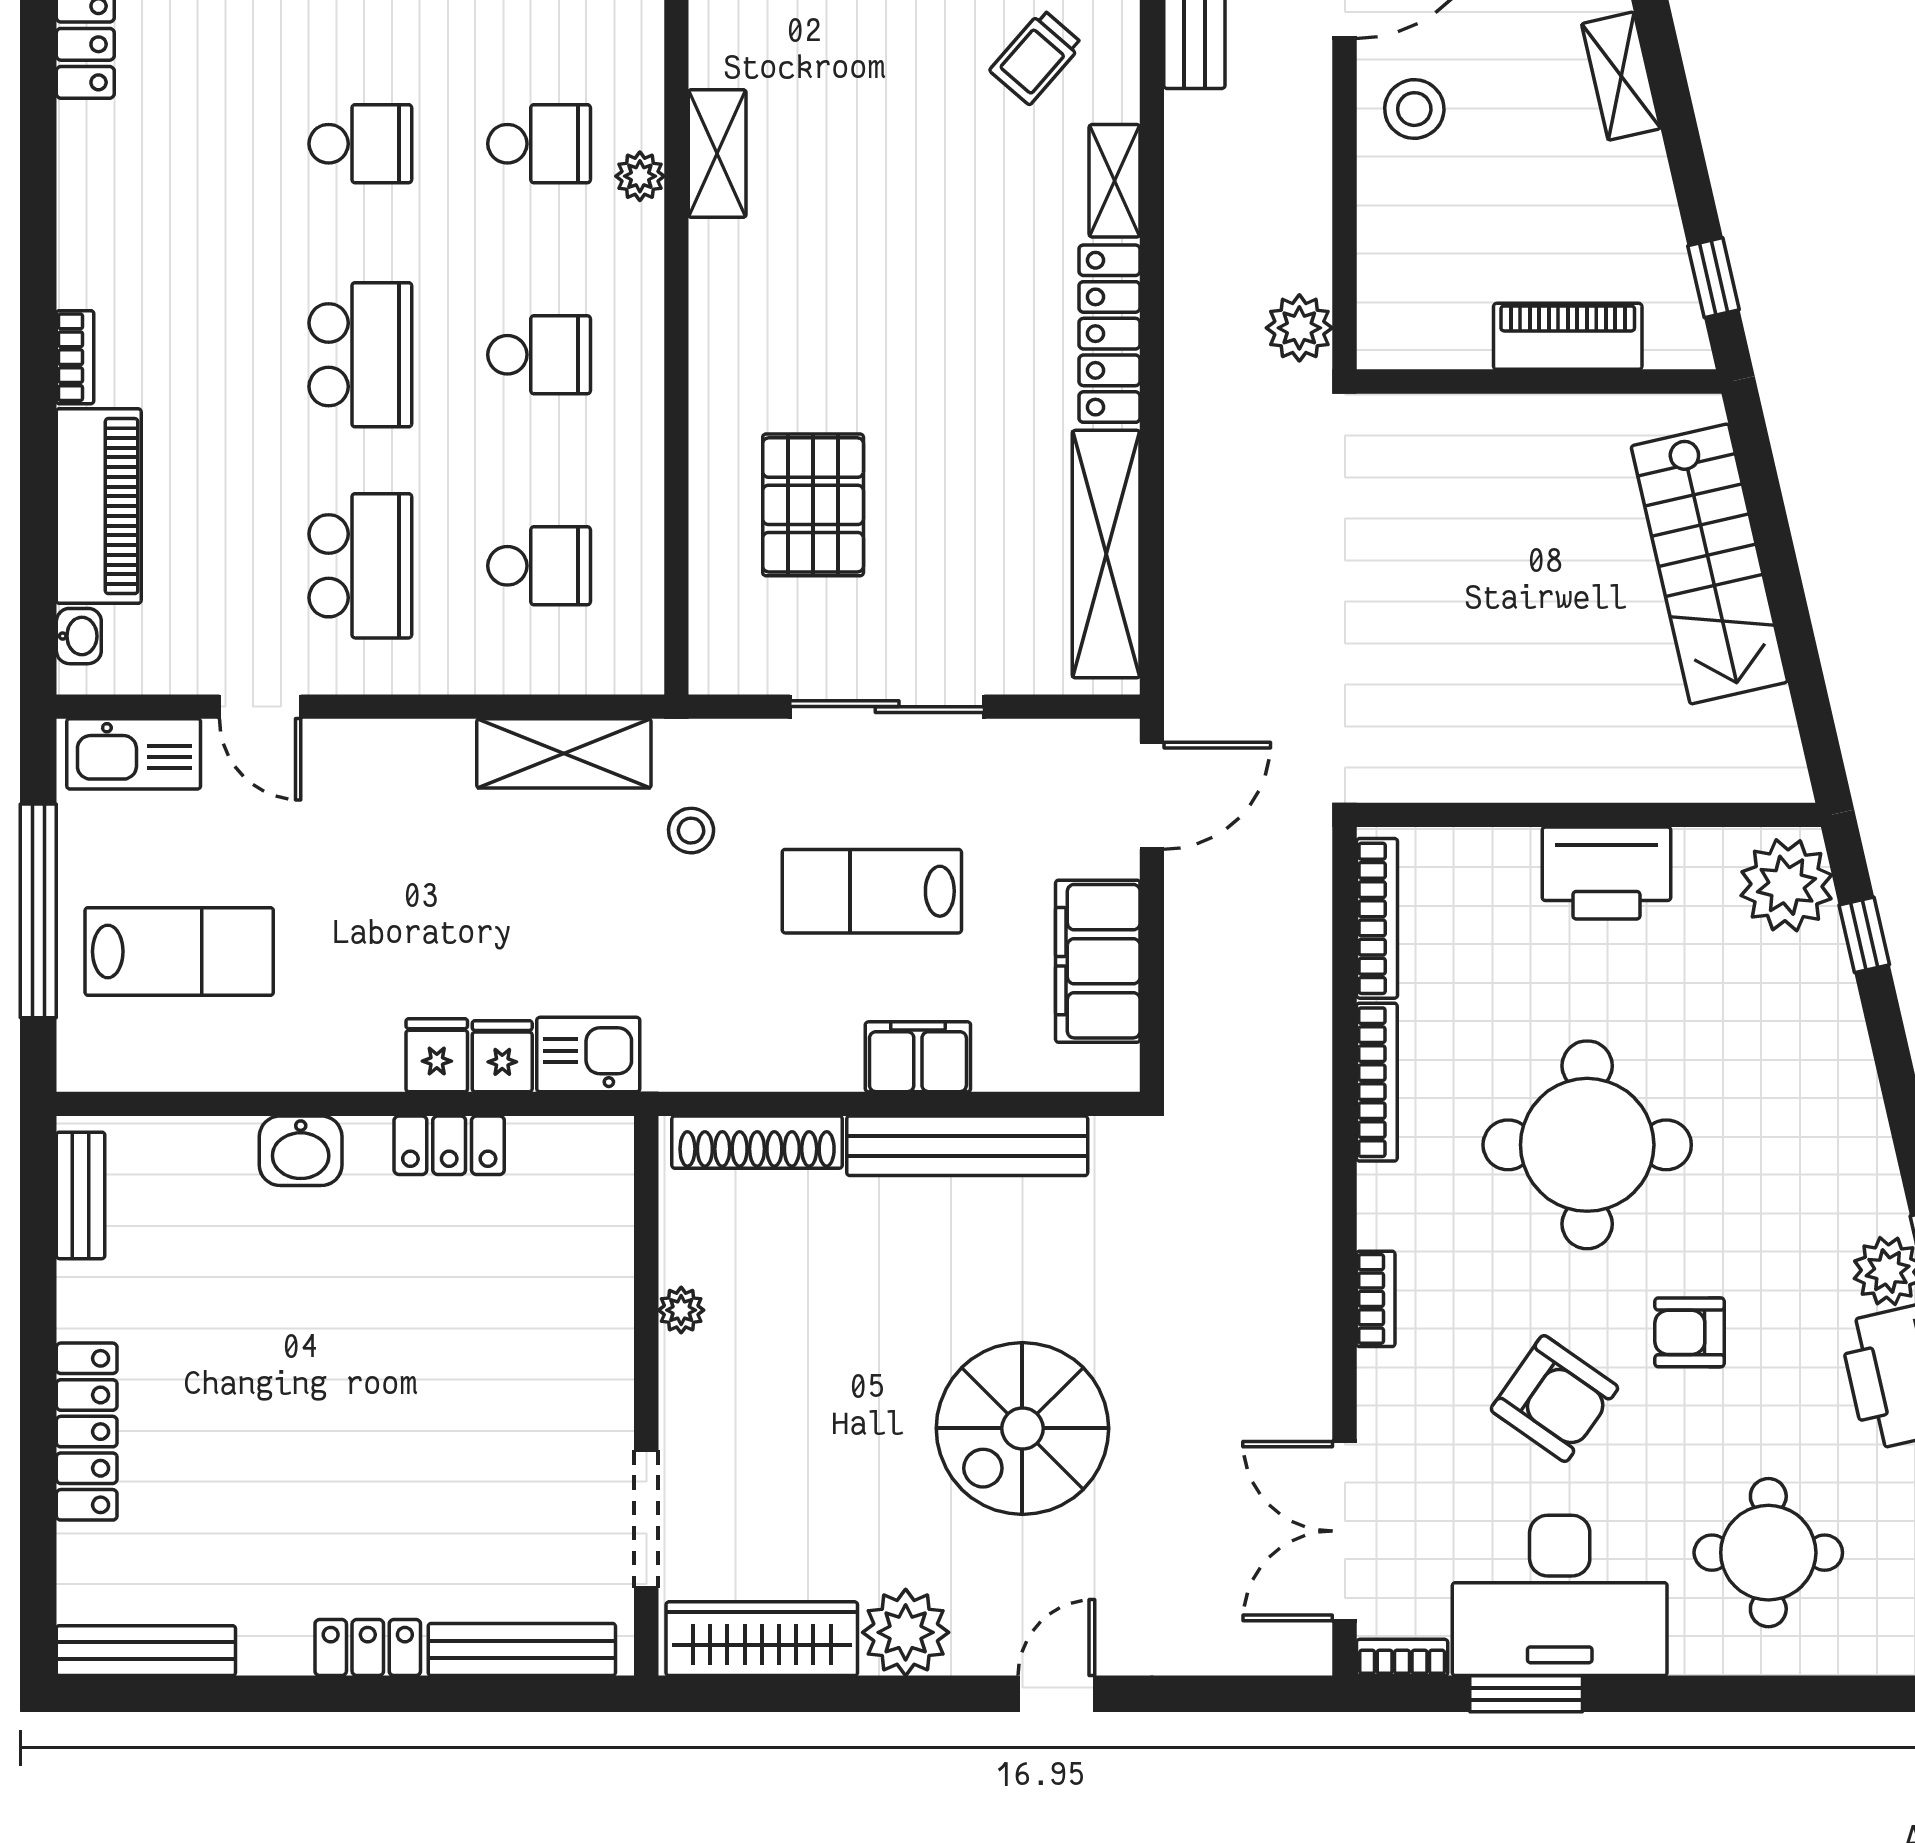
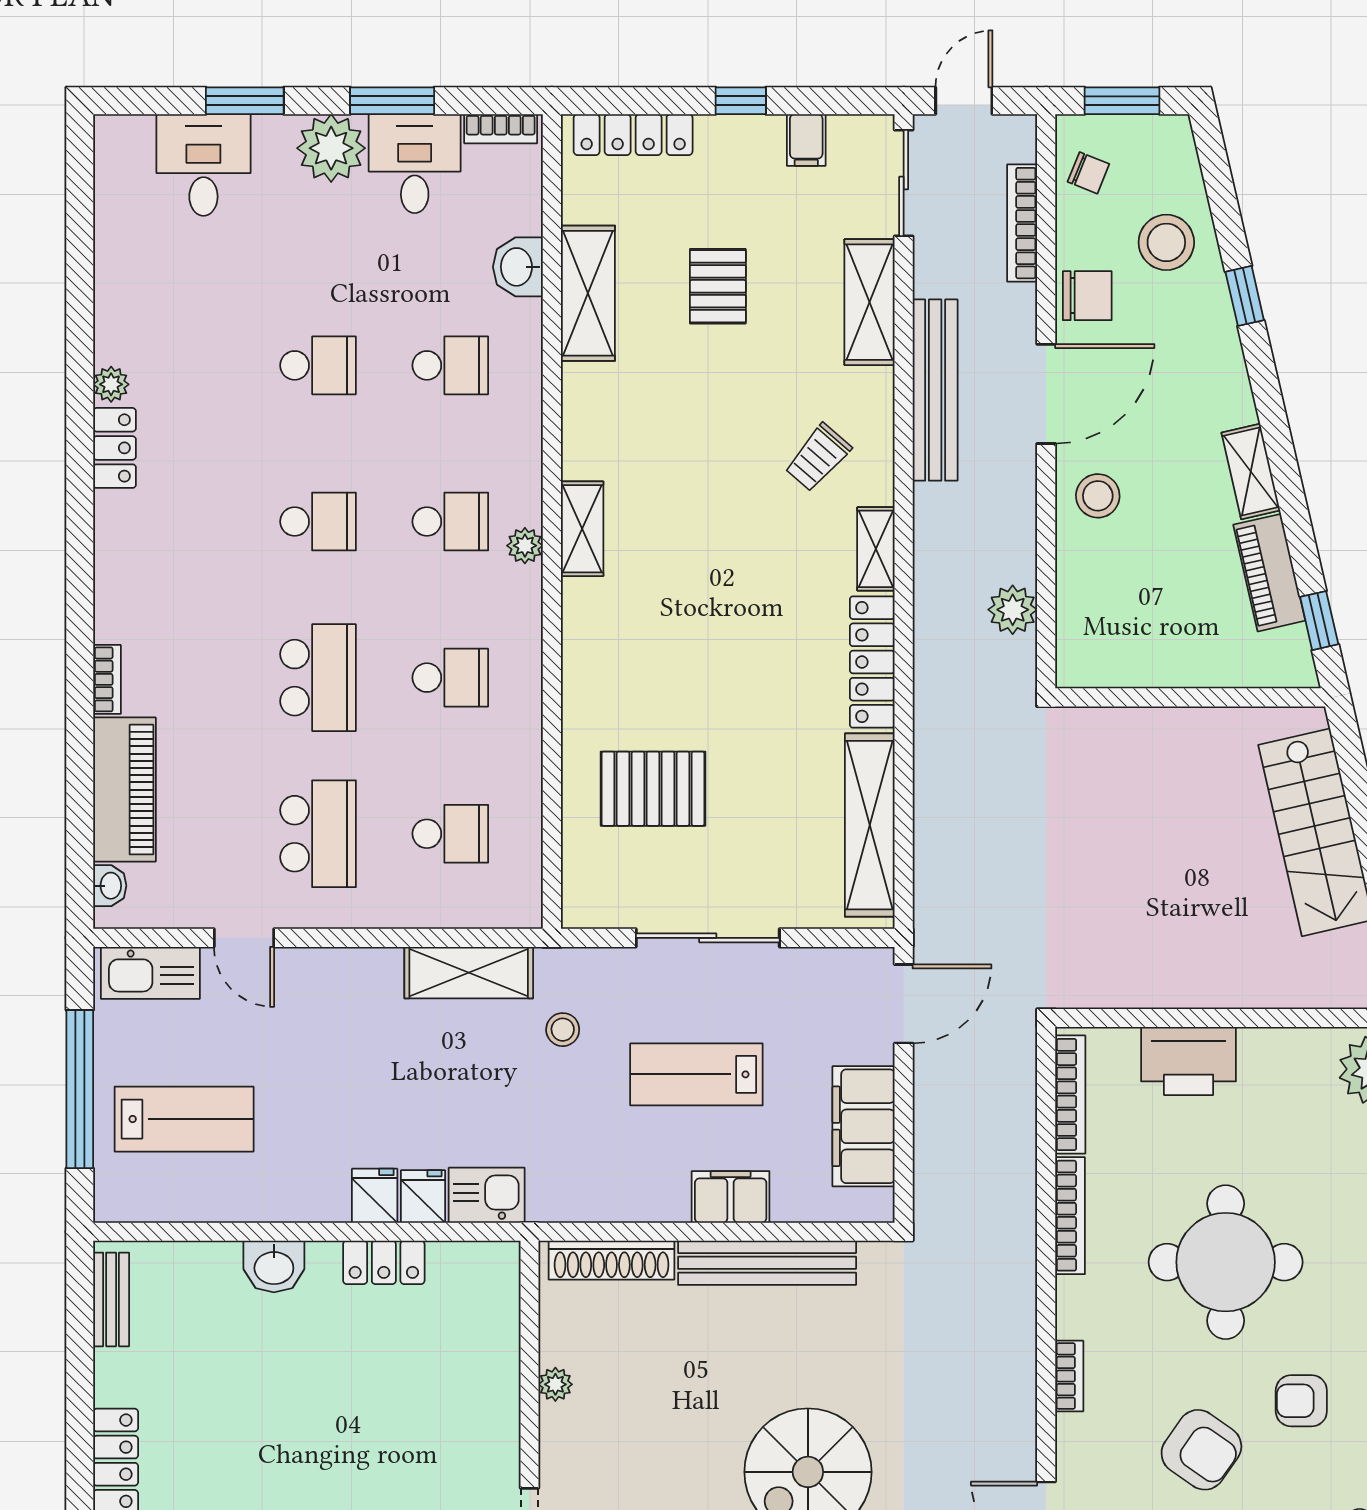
plant: (1299, 328) -> (1013, 610), moved
piano: (1568, 336) -> (1269, 573), moved, turned -103
pallet: (813, 505) -> (653, 789), turned 90
printer: (1606, 873) -> (1189, 1061), moved

